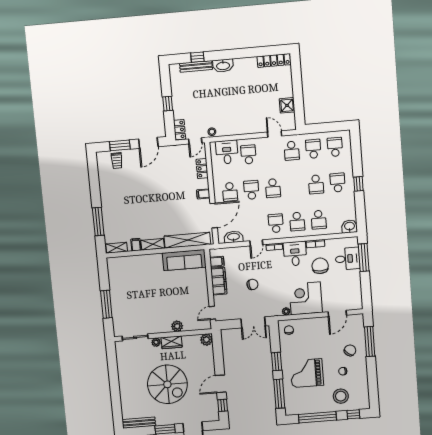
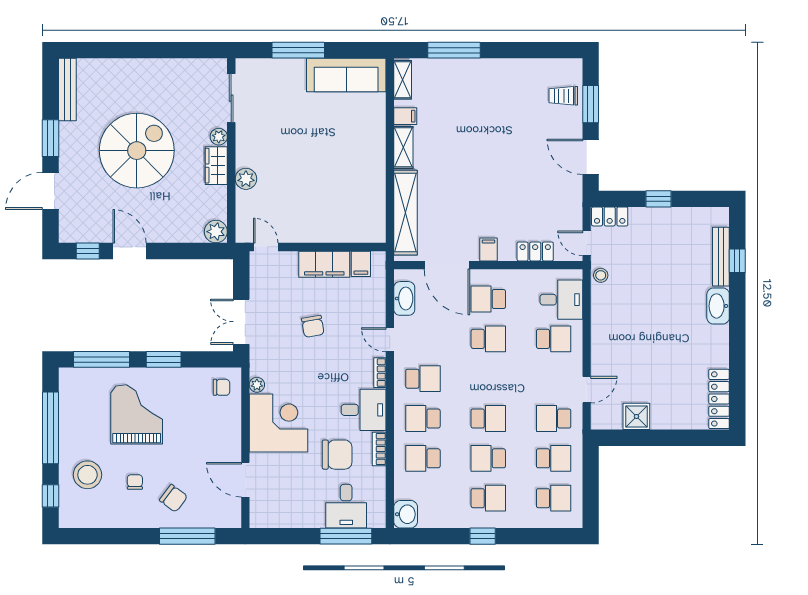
school desk: (273, 188) -> (488, 419), moved, turned 180
sofa: (184, 260) -> (346, 75), moved, turned -90
spiral stairs: (167, 384) -> (137, 151), turned 180

